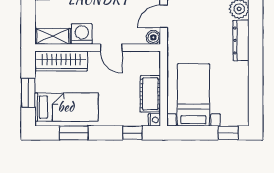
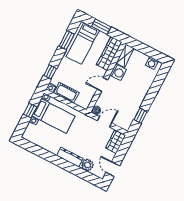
door: (164, 16) -> (105, 122), hinge flipped
window: (228, 133) -> (30, 111), moved

